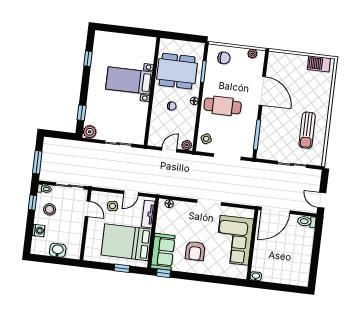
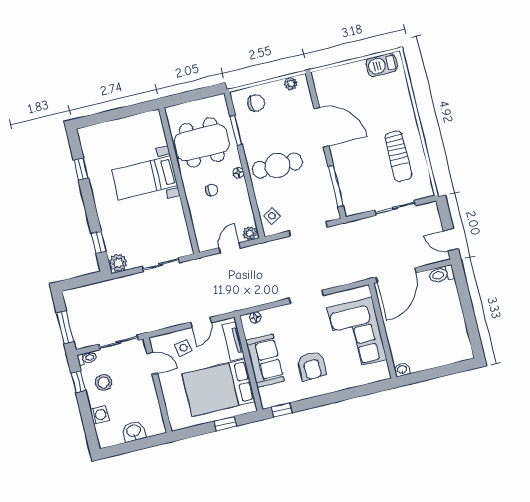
sofa: (163, 252) -> (265, 361), moved

